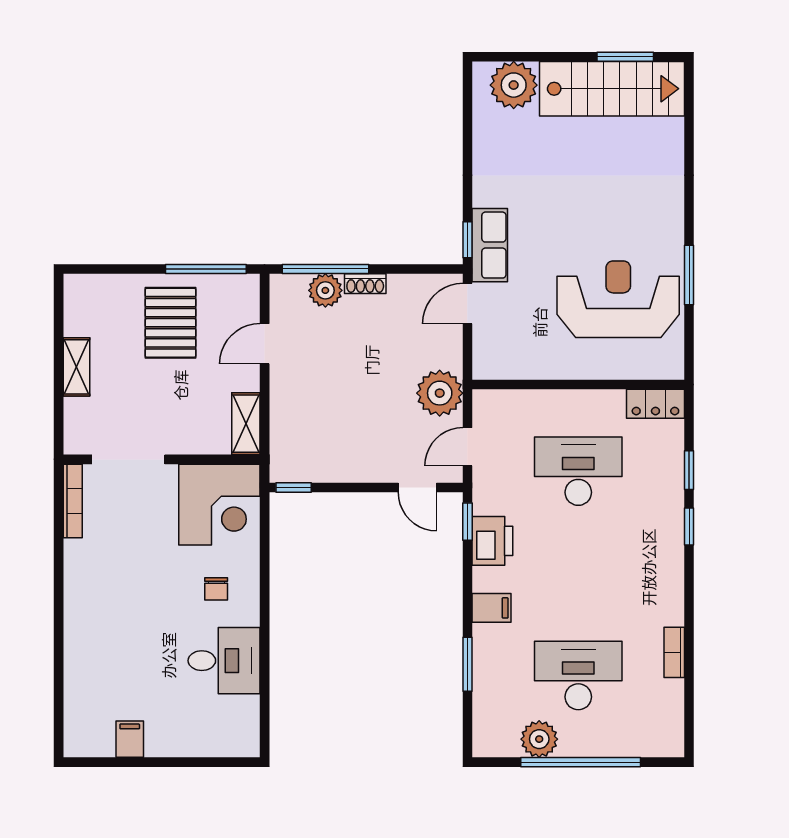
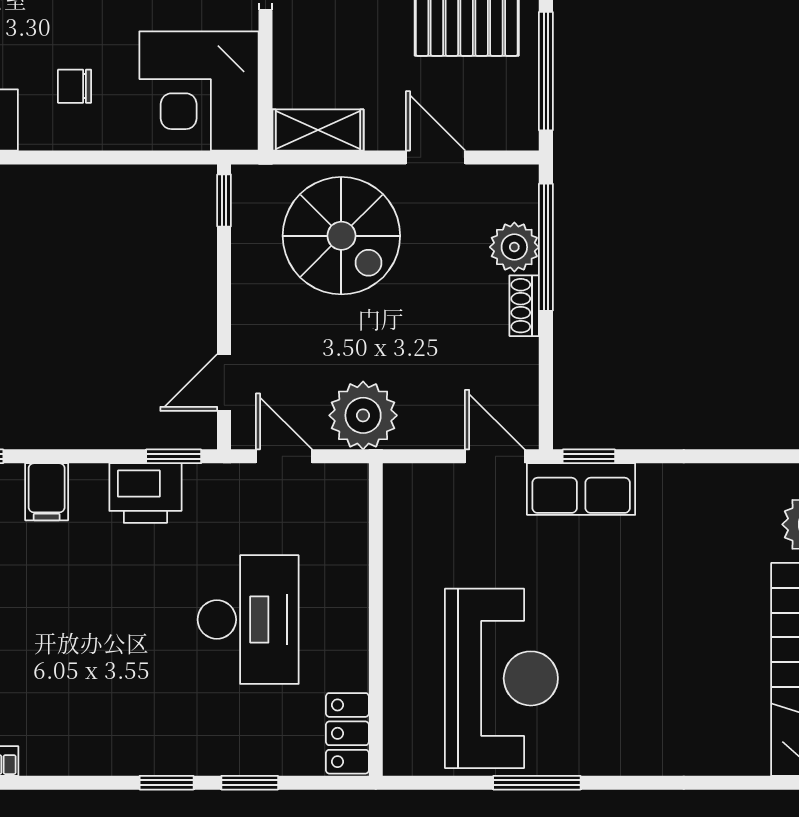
spiral stairs: (318, 408) -> (341, 236), added

